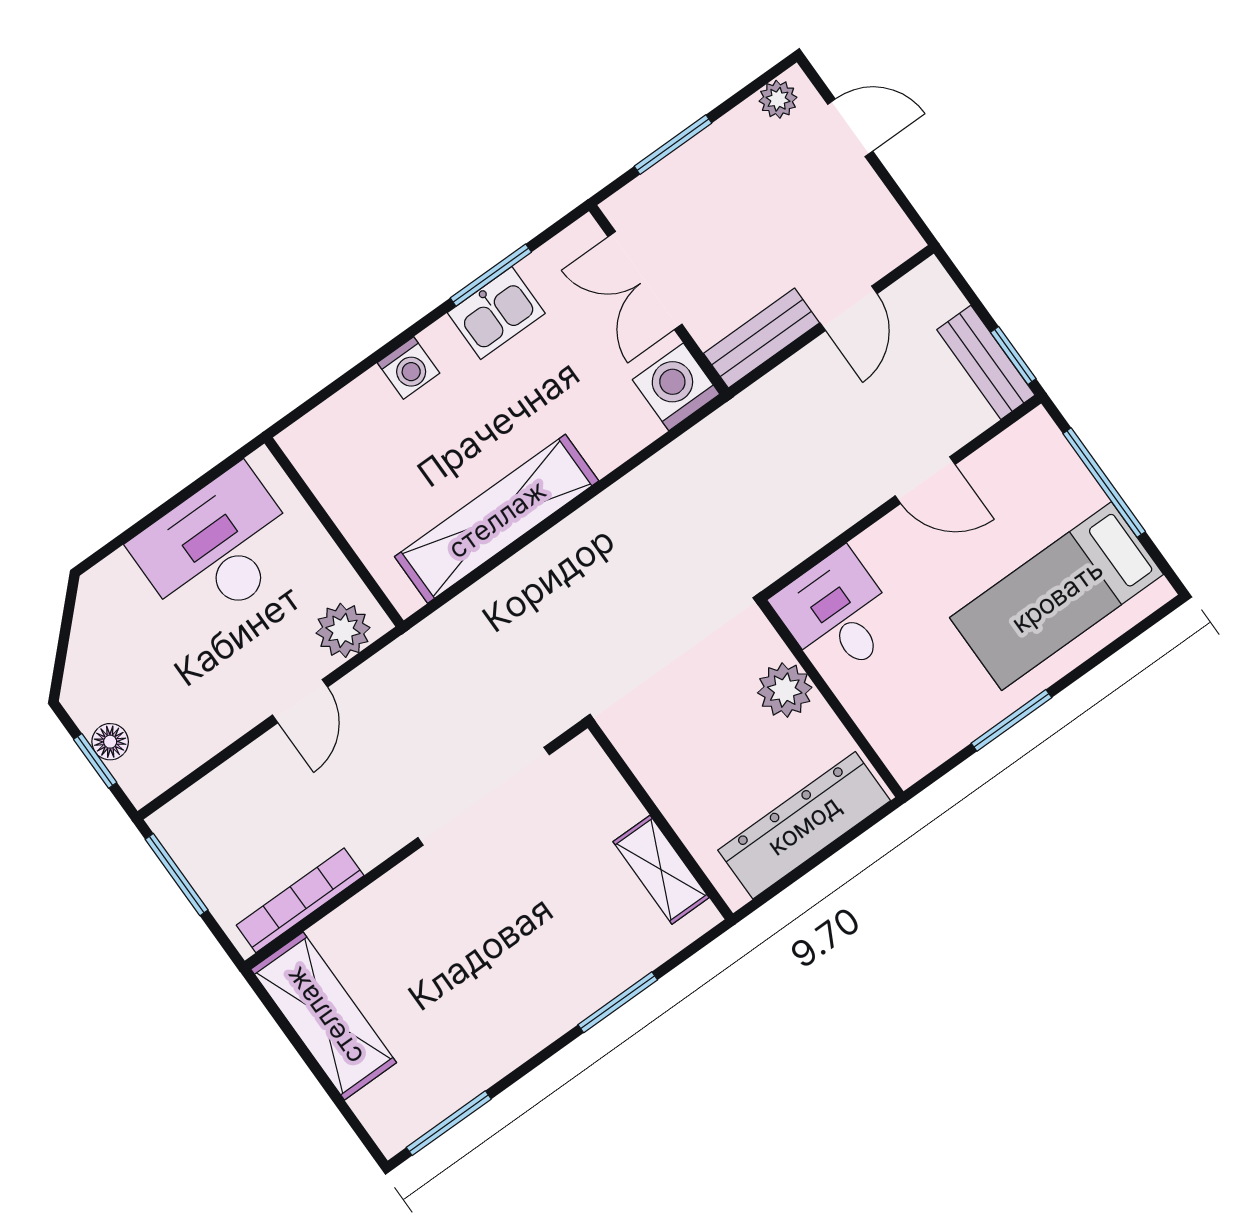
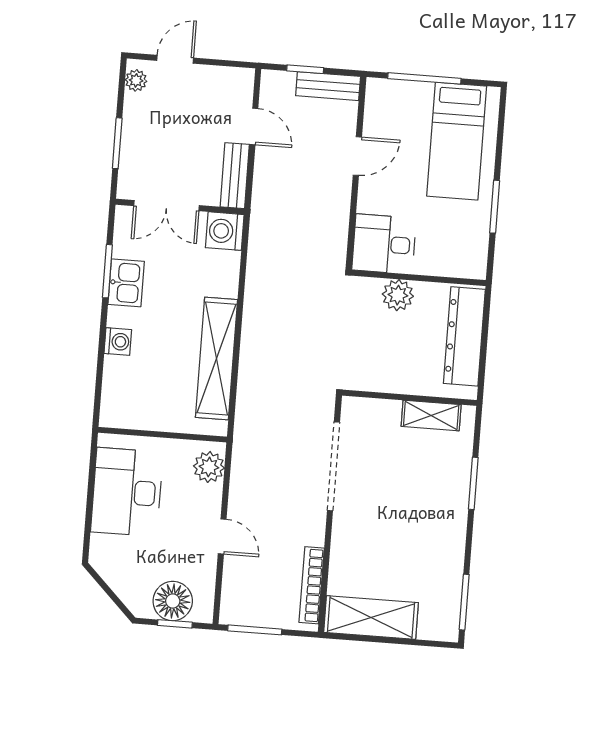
window: (1013, 356) -> (305, 69), moved
door: (300, 701) -> (222, 537), moved
floor lamp: (110, 742) -> (173, 601), width x1.89, depth x1.89

